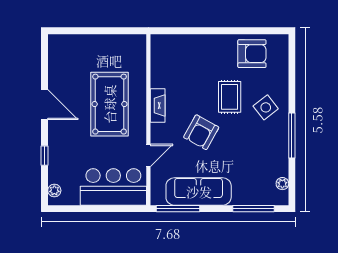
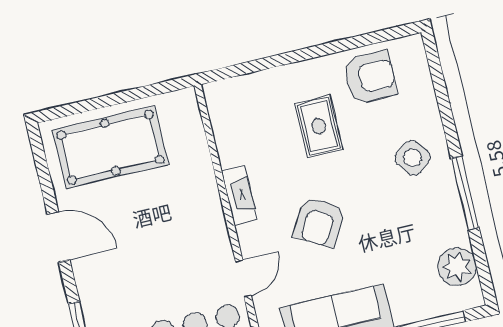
rug: (230, 97) -> (319, 126), moved
pool table: (110, 104) -> (110, 147), moved, turned 90
plant: (282, 184) -> (457, 267), width x1.88, depth x1.88

